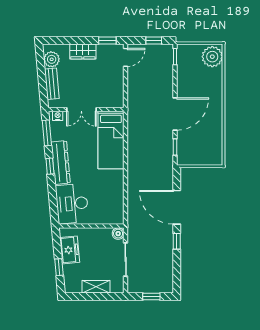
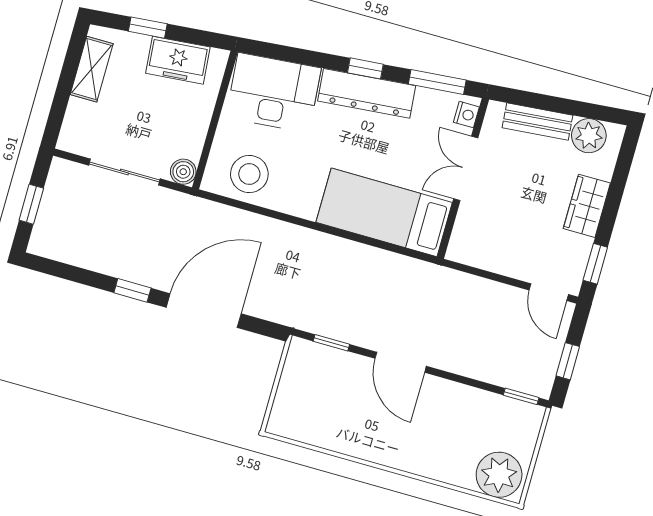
door: (175, 114) -> (401, 362), width x0.73
stool: (111, 204) -> (249, 174), added
shelving: (96, 287) -> (92, 69), moved

